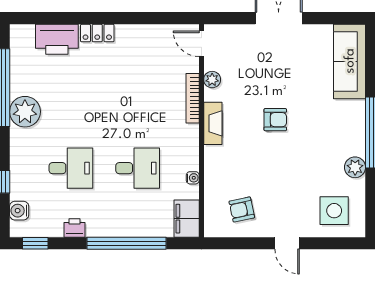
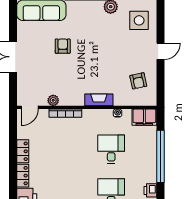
locker: (134, 33) -> (23, 151), added
armchair: (275, 120) -> (63, 46), moved
fireplace: (213, 123) -> (99, 100), moved

